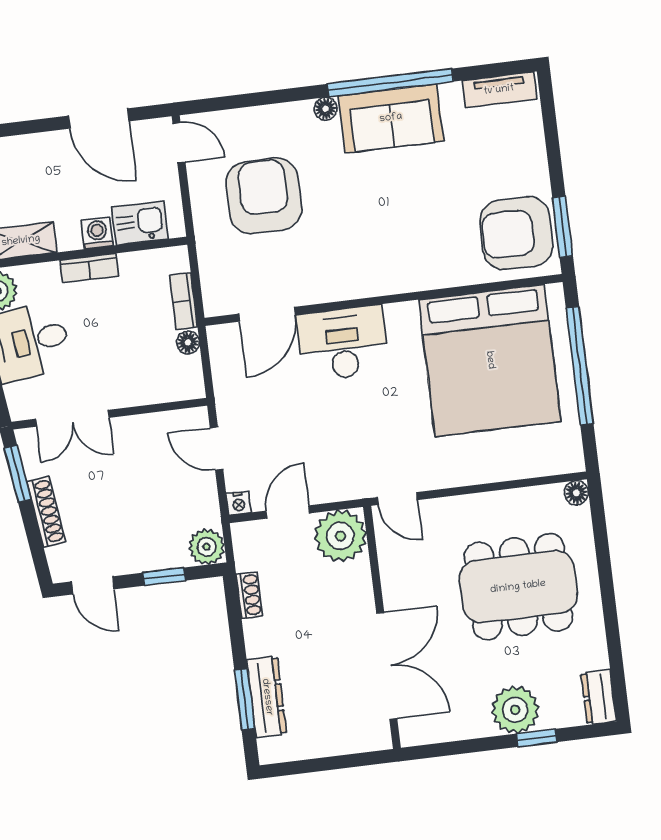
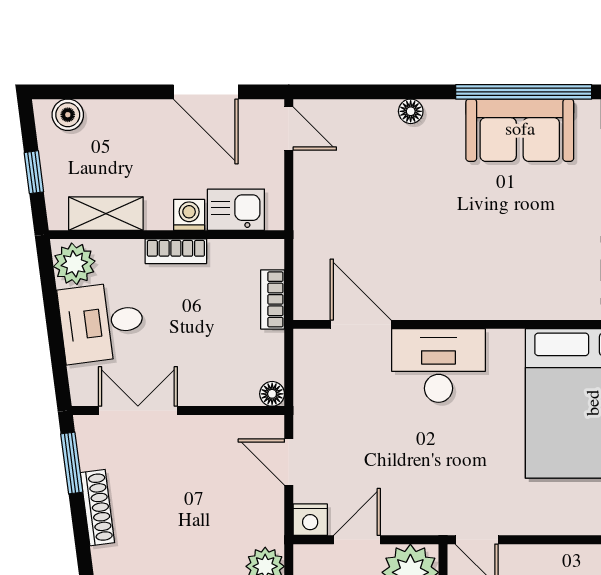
floor lamp: (325, 109) -> (411, 111), moved
armchair: (264, 196) -> (373, 197), removed
door: (267, 314) -> (361, 324), swing flipped
floor lamp: (188, 342) -> (272, 394), moved
double door: (73, 418) -> (138, 411), swing flipped
nightstand: (239, 503) -> (310, 520), width x1.39, depth x1.35

